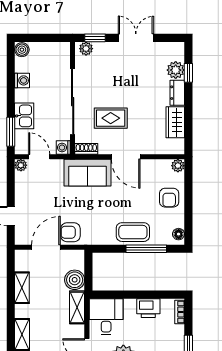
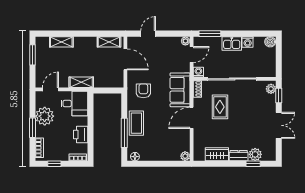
kitchen sink: (24, 116) -> (232, 43), moved
armchair: (169, 198) -> (162, 150), removed
armchair: (70, 232) -> (143, 91), moved
boiler: (75, 280) -> (101, 80), removed
shelving: (22, 288) -> (109, 42), moved

